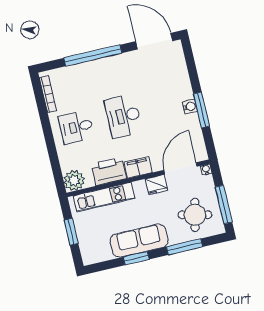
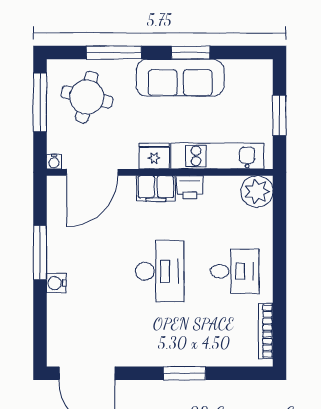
window: (93, 55) -> (184, 373), width x0.47
water cooler: (190, 107) -> (56, 283), moved
printer: (109, 171) -> (190, 187), width x0.53, depth x0.68
fridge: (156, 185) -> (154, 156), moved

